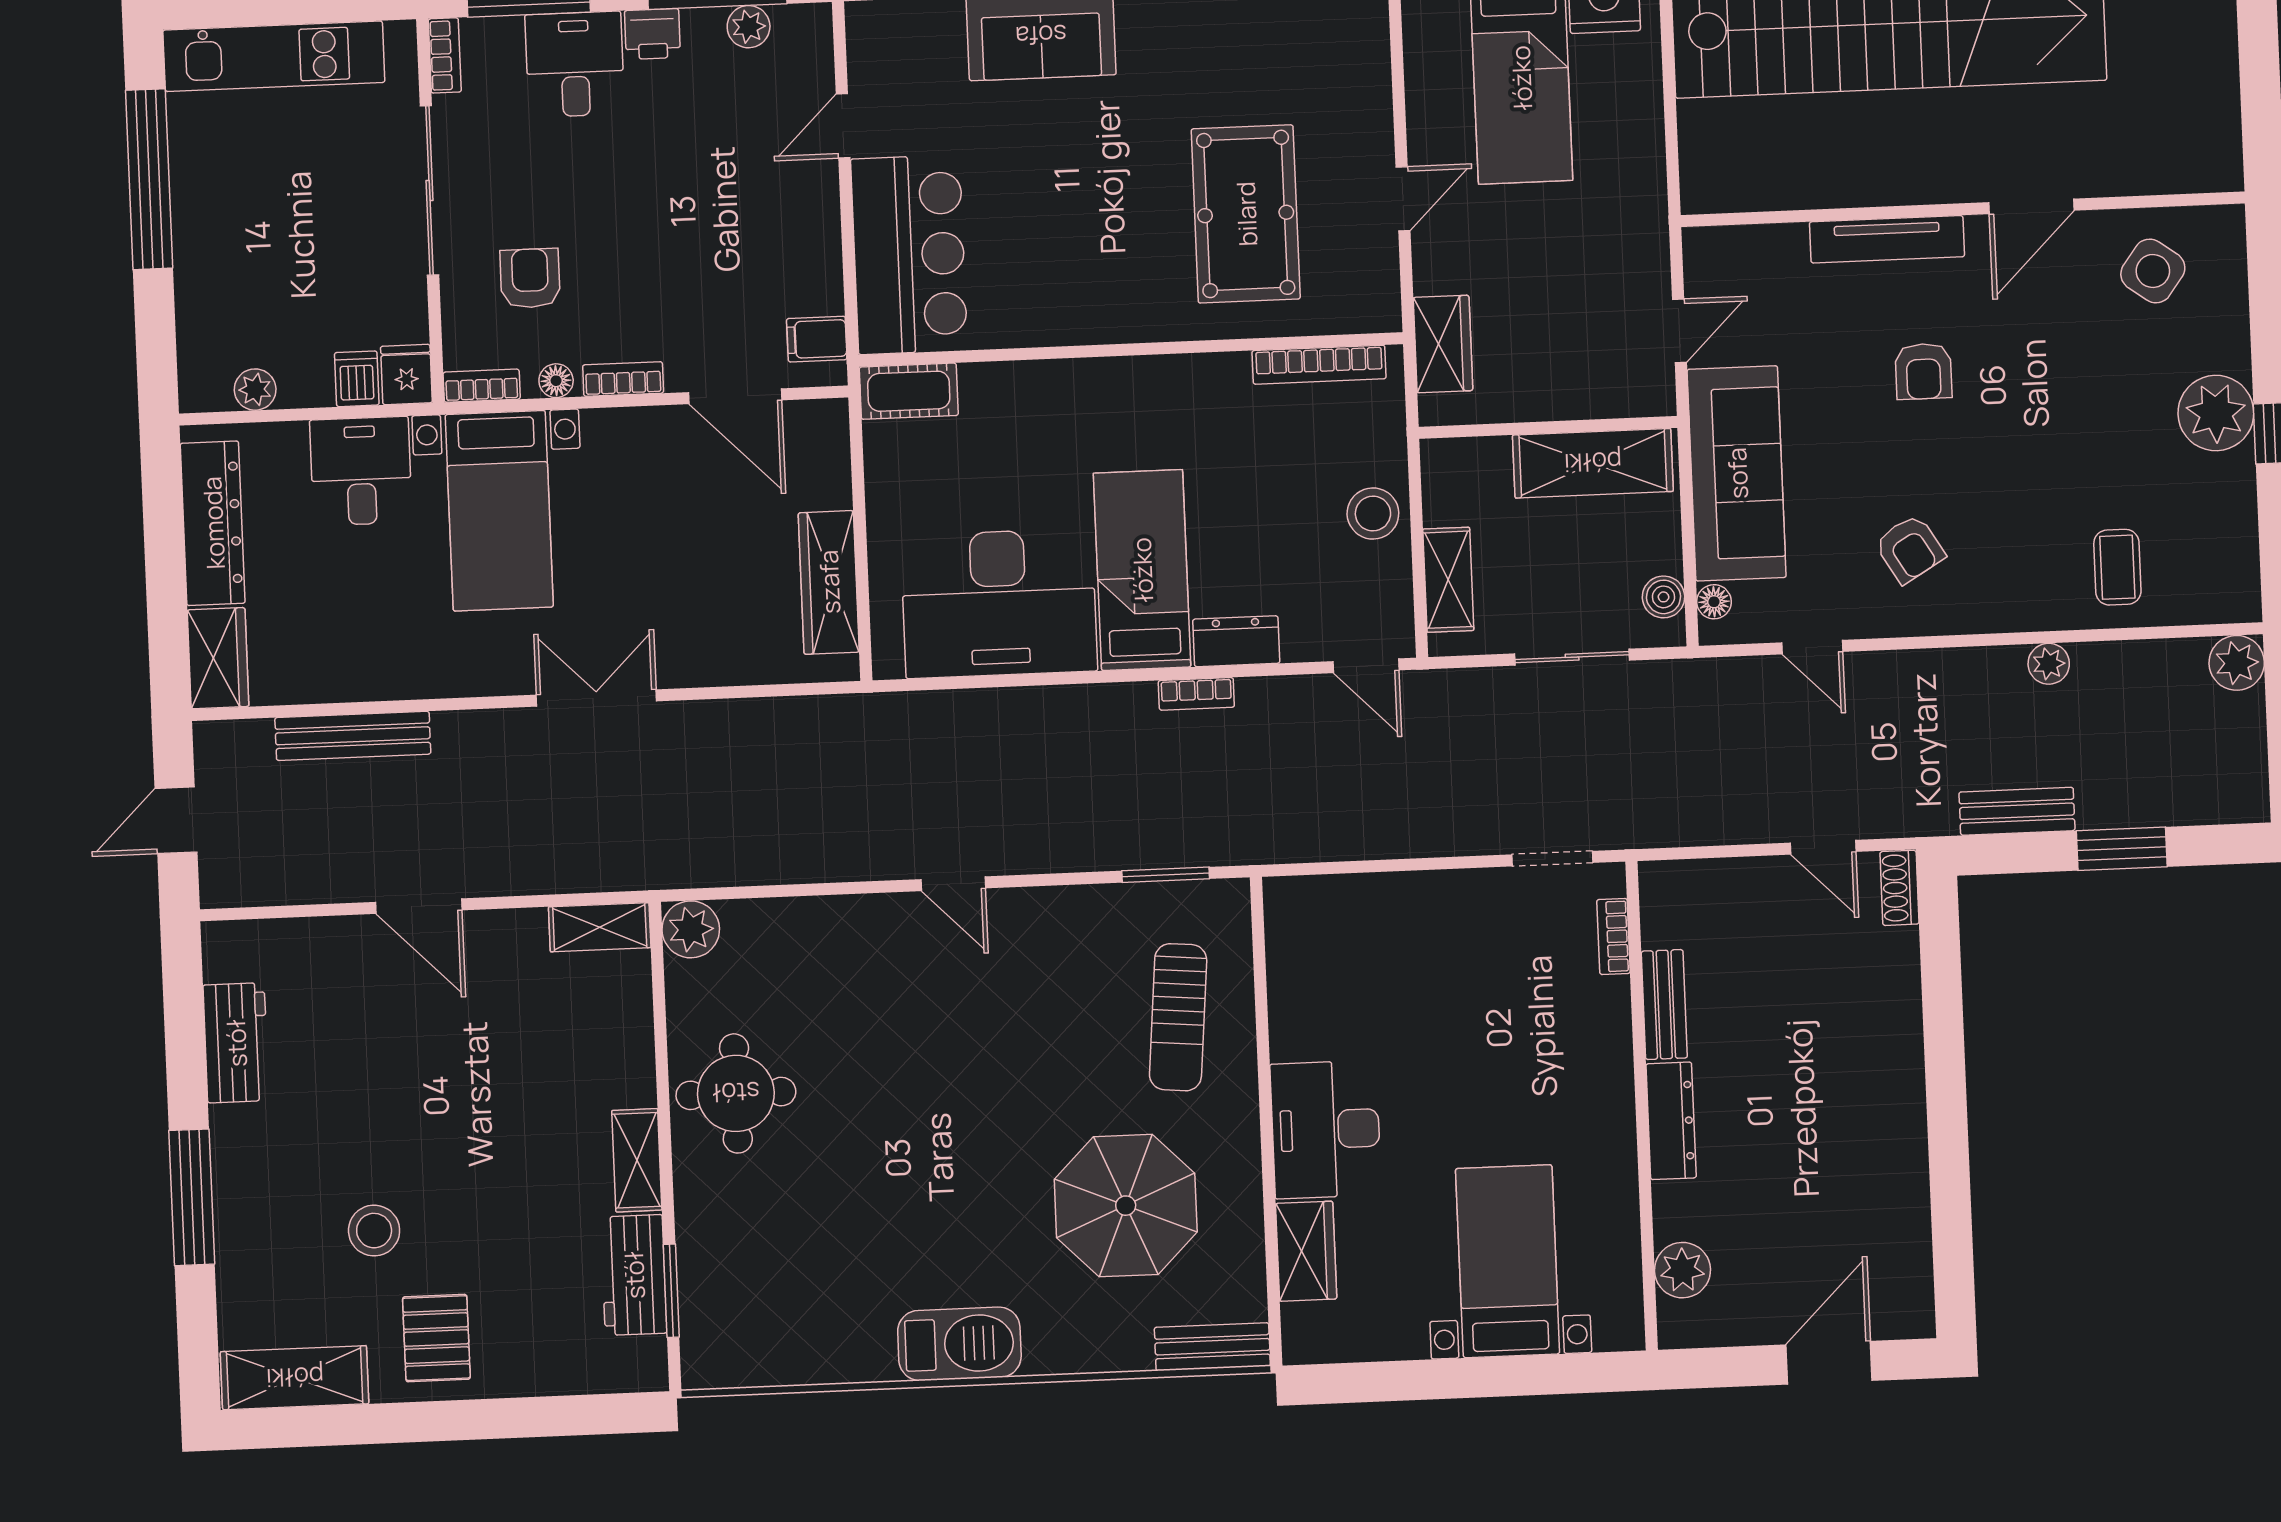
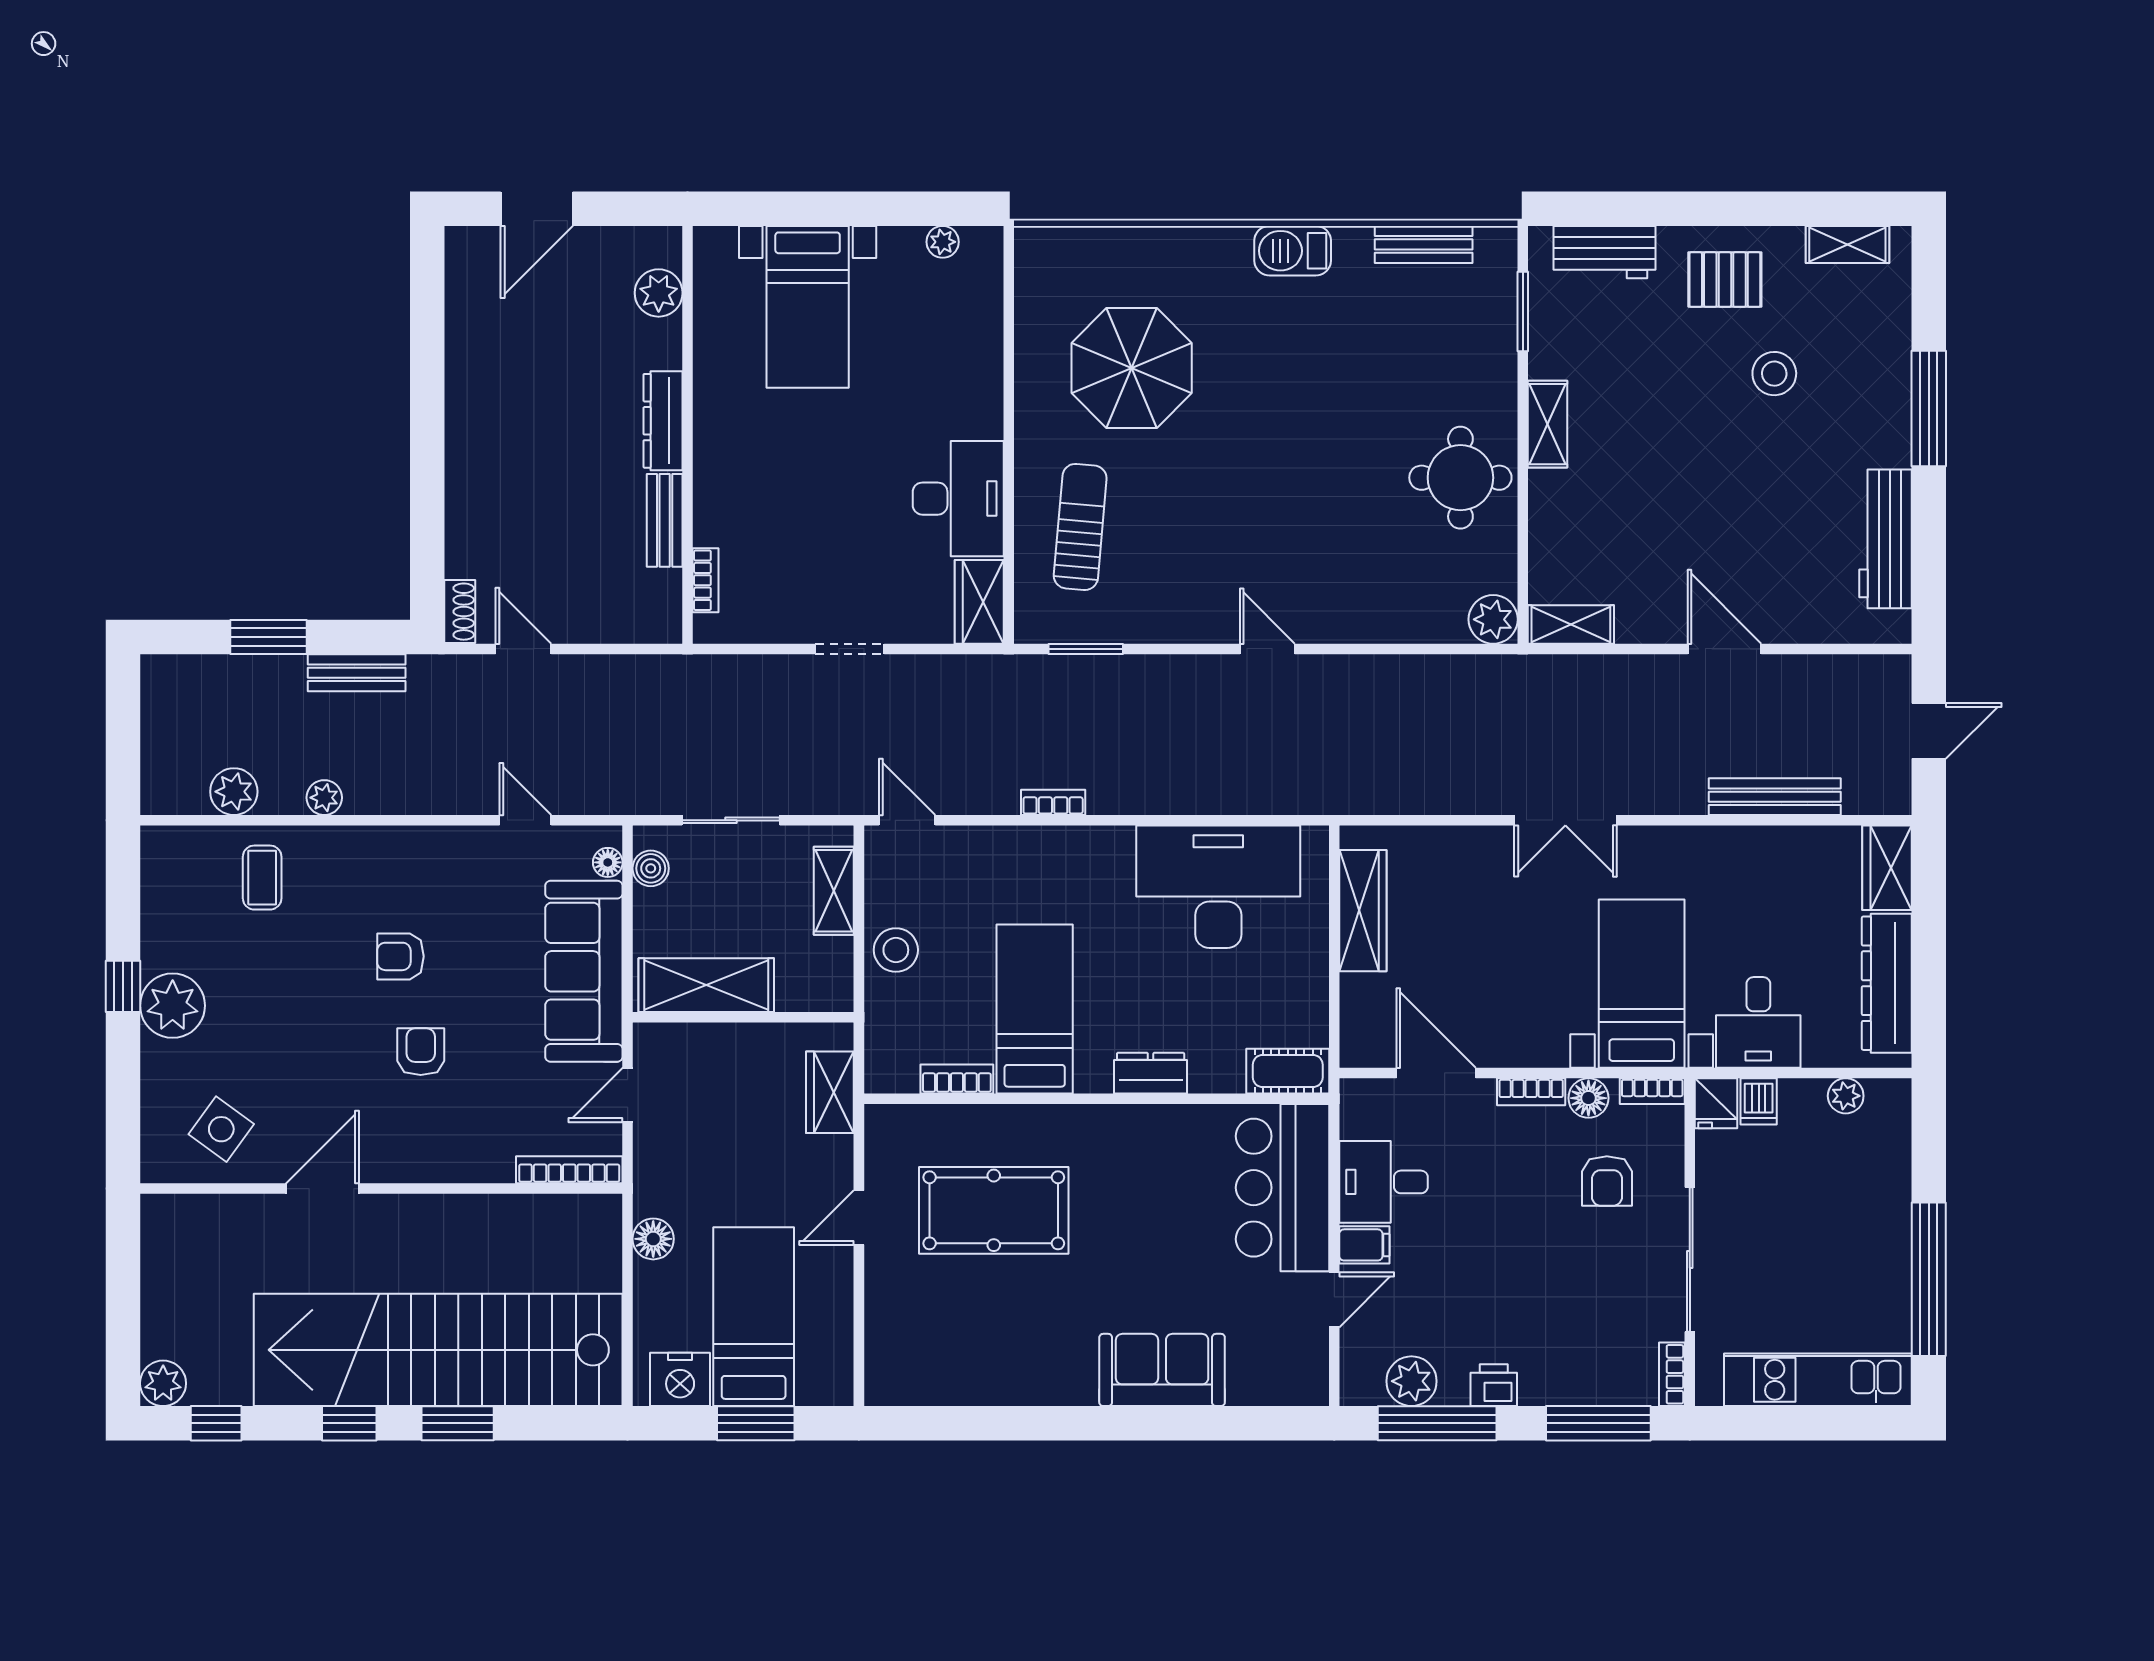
plant: (749, 27) -> (1411, 1381), width x1.38, depth x1.38
desk: (575, 64) -> (1384, 1182), moved, turned 90
floor lamp: (1642, 164) -> (653, 1239), added
pool table: (1246, 214) -> (994, 1210), turned 90
tv unit: (1887, 239) -> (447, 1166), removed
bookcase: (1744, 240) -> (569, 1170), added
filing cabinet: (817, 339) -> (1364, 1245), moved
bookcase: (1319, 365) -> (957, 1079), width x0.64
floor lamp: (556, 381) -> (1588, 1098), width x1.37, depth x1.37
armchair: (1910, 549) -> (400, 956), moved, turned -59
bed: (1142, 570) -> (1035, 1009), moved, turned 180
dresser: (1236, 641) -> (1151, 1073), moved, turned 180
plant: (2237, 663) -> (234, 792), moved
doorway: (1552, 859) -> (850, 649), moved
workbench: (236, 1043) -> (1885, 539), width x1.38
desk: (1326, 1129) -> (958, 499), moved
wardrobe: (1306, 1251) -> (979, 602), moved
workbench: (634, 1275) -> (1604, 252), moved, turned 90
pallet: (436, 1338) -> (1725, 280), turned 90
barbecue: (959, 1344) -> (1293, 251), width x0.73, depth x0.83
plant: (1353, 1344) -> (943, 242), added
bench: (1212, 1347) -> (1424, 244), moved
shelving: (295, 1378) -> (1847, 245), width x0.67, depth x0.75

